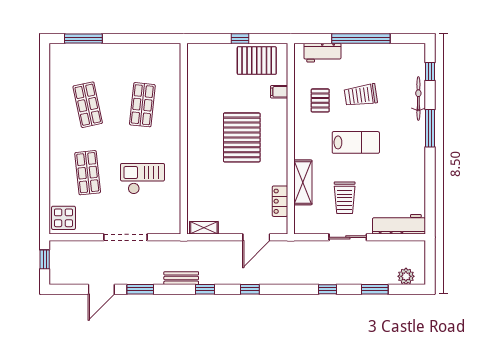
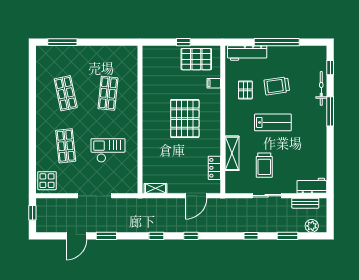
workbench: (322, 53) -> (247, 53), width x1.38
workbench: (399, 224) -> (312, 186), width x0.73
bench: (181, 278) -> (305, 203), moved

